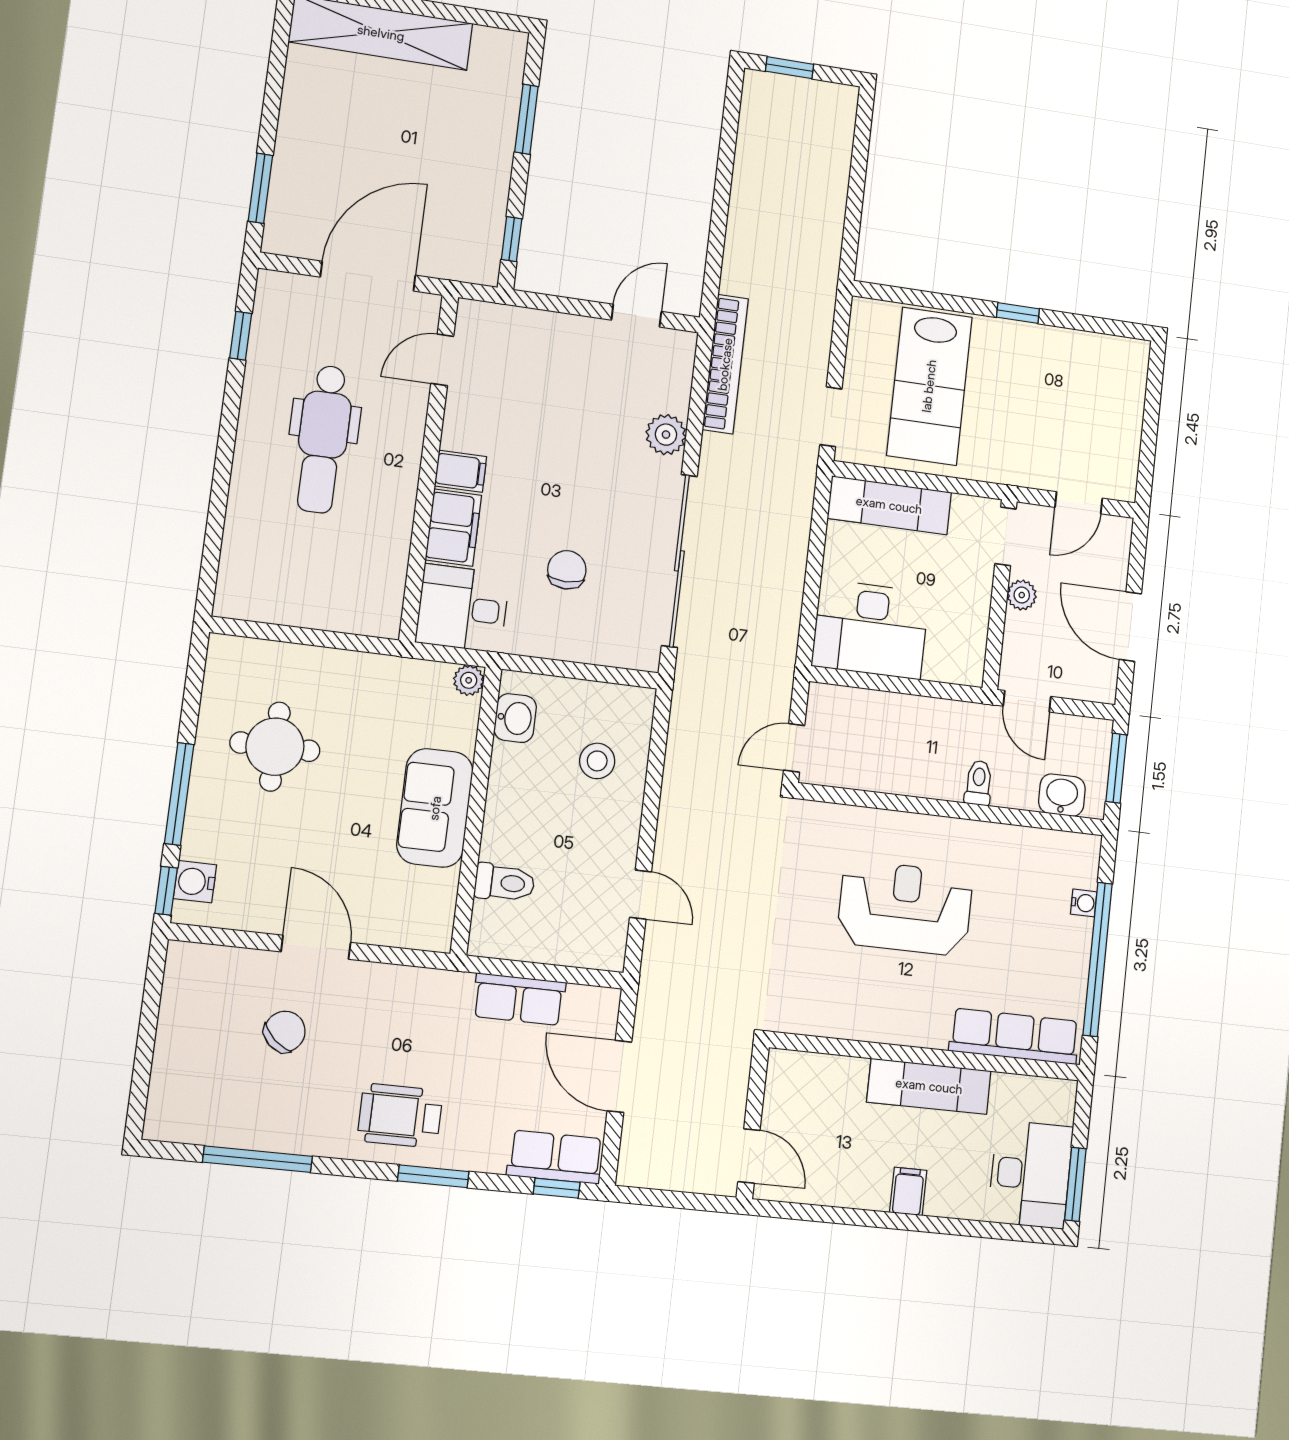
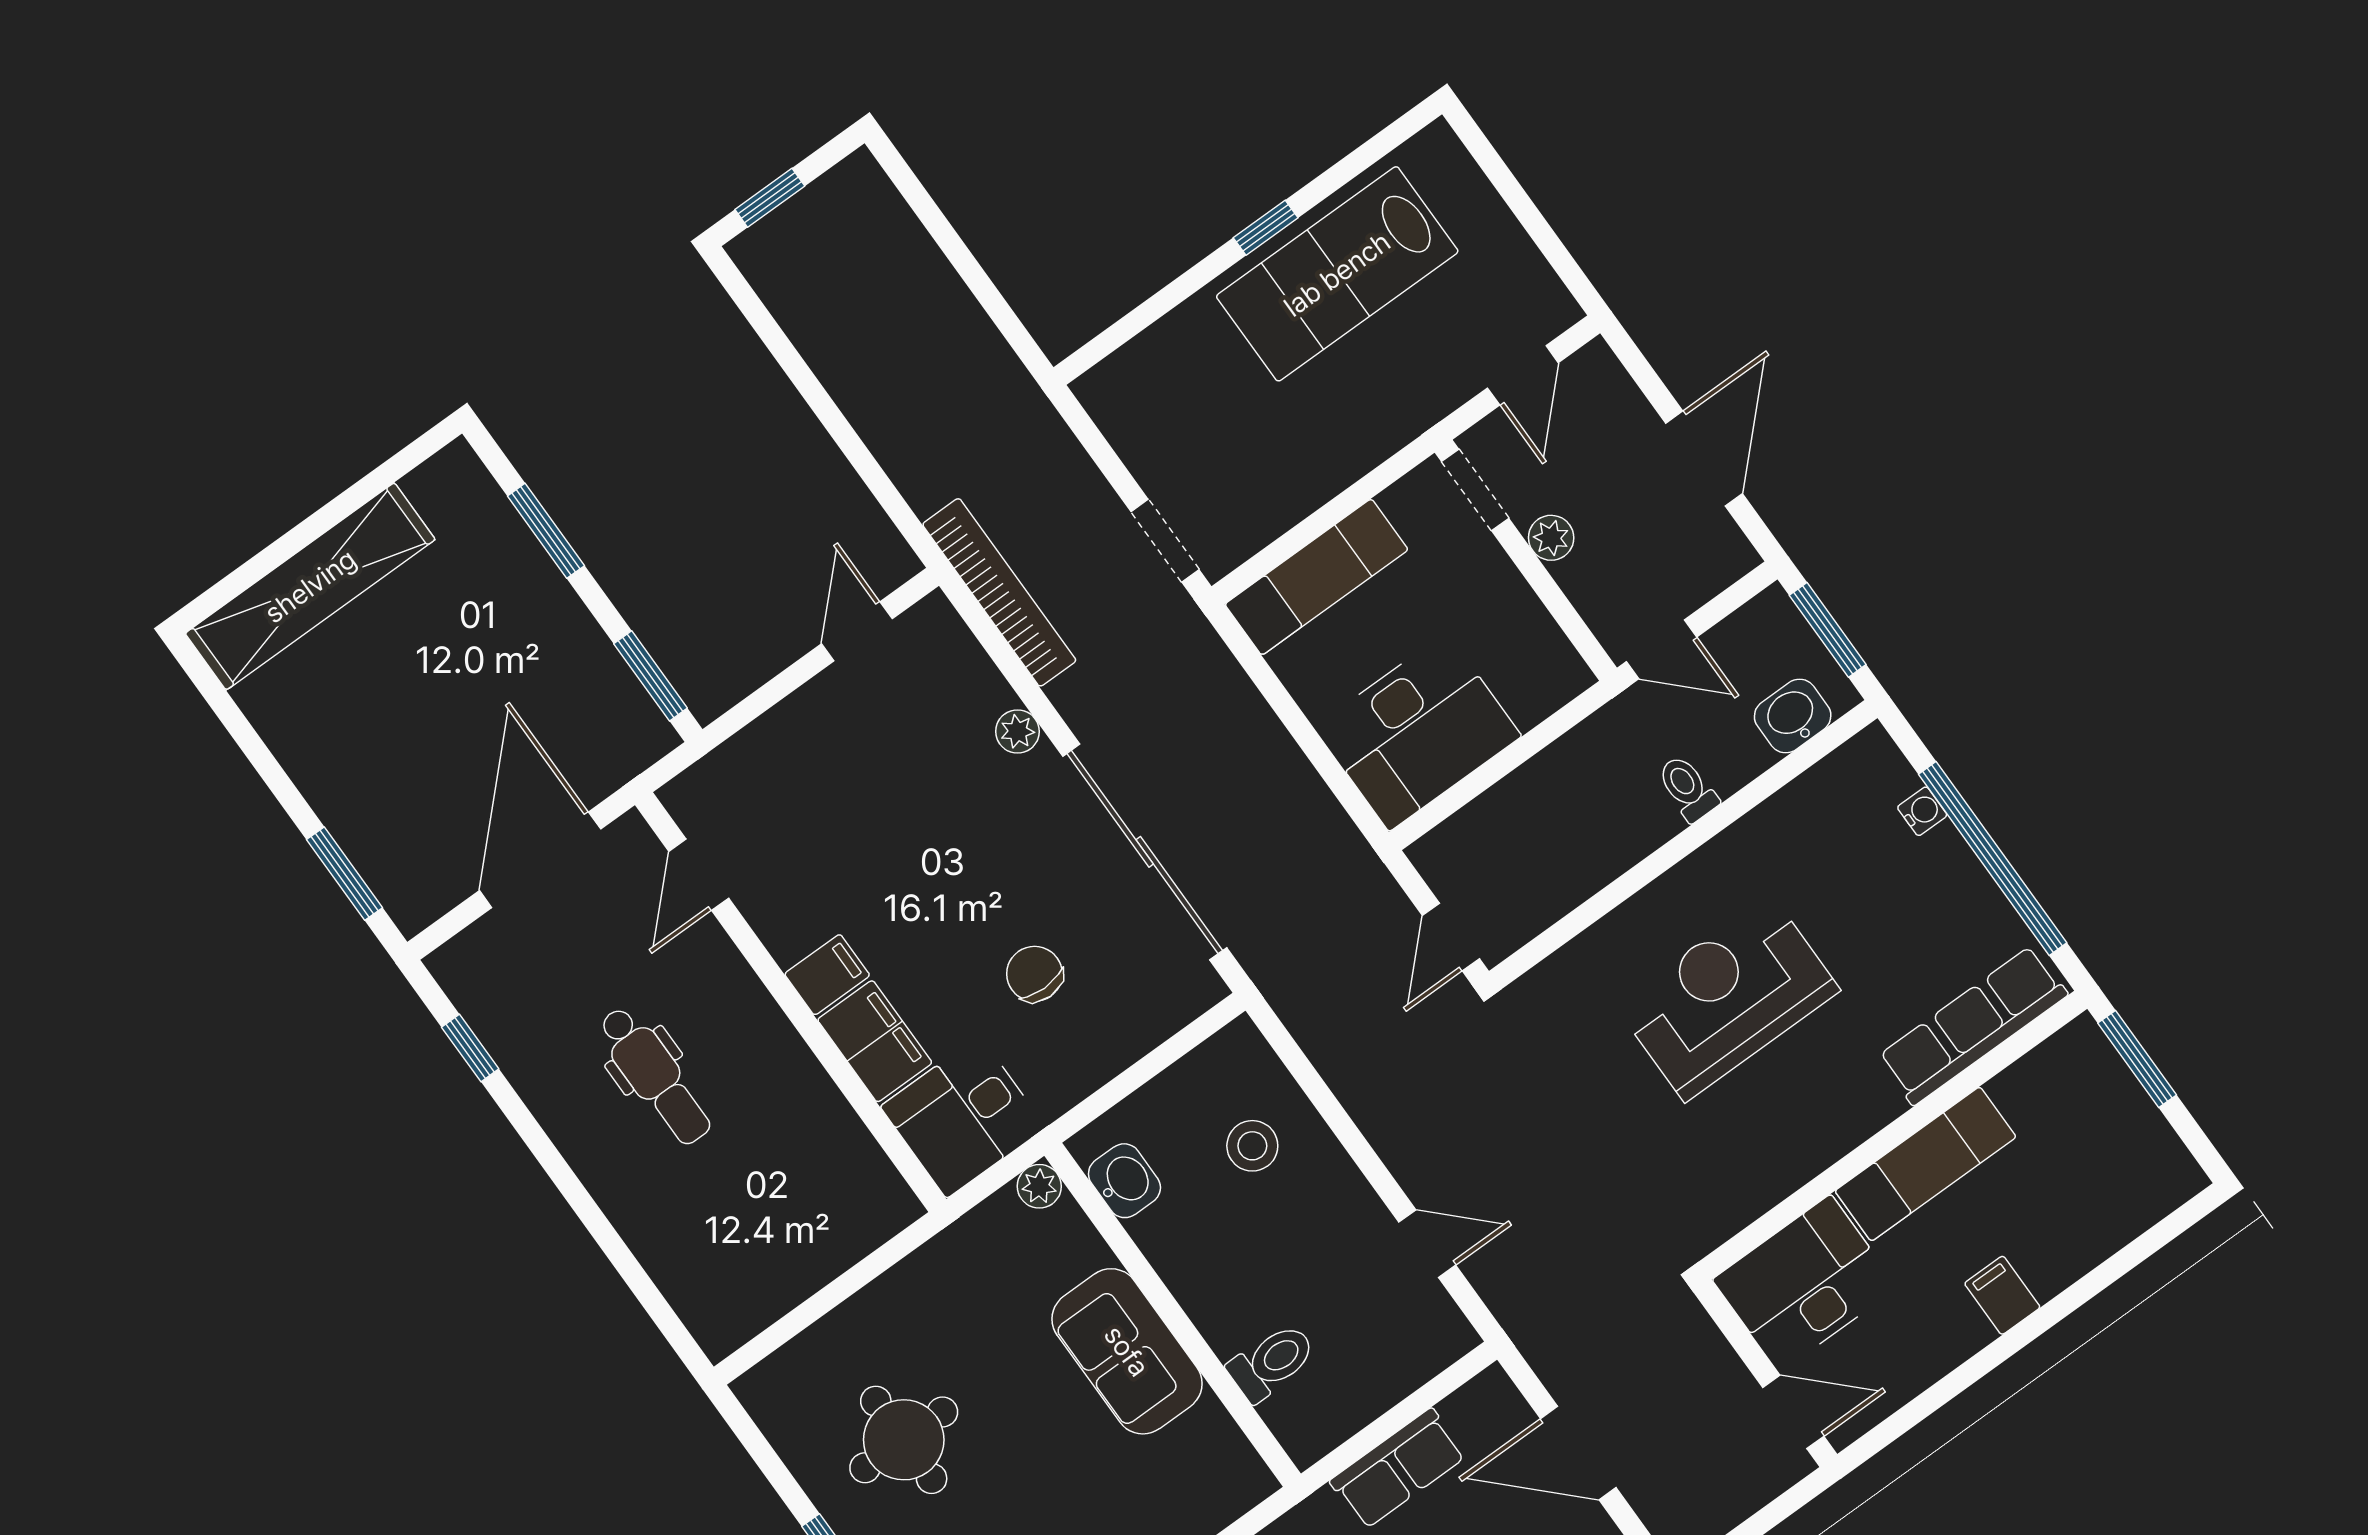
window: (512, 239) -> (651, 676), width x1.50
lab bench: (929, 386) -> (1337, 274), moved, turned 90
plant: (666, 435) -> (1017, 731), width x0.73, depth x0.73
dental chair: (323, 439) -> (655, 1076), width x0.73, depth x0.72
door: (1130, 627) -> (1704, 458), swing flipped
desk: (1030, 1174) -> (1805, 1283), moved, turned -90
window: (1075, 1184) -> (2137, 1059), moved

